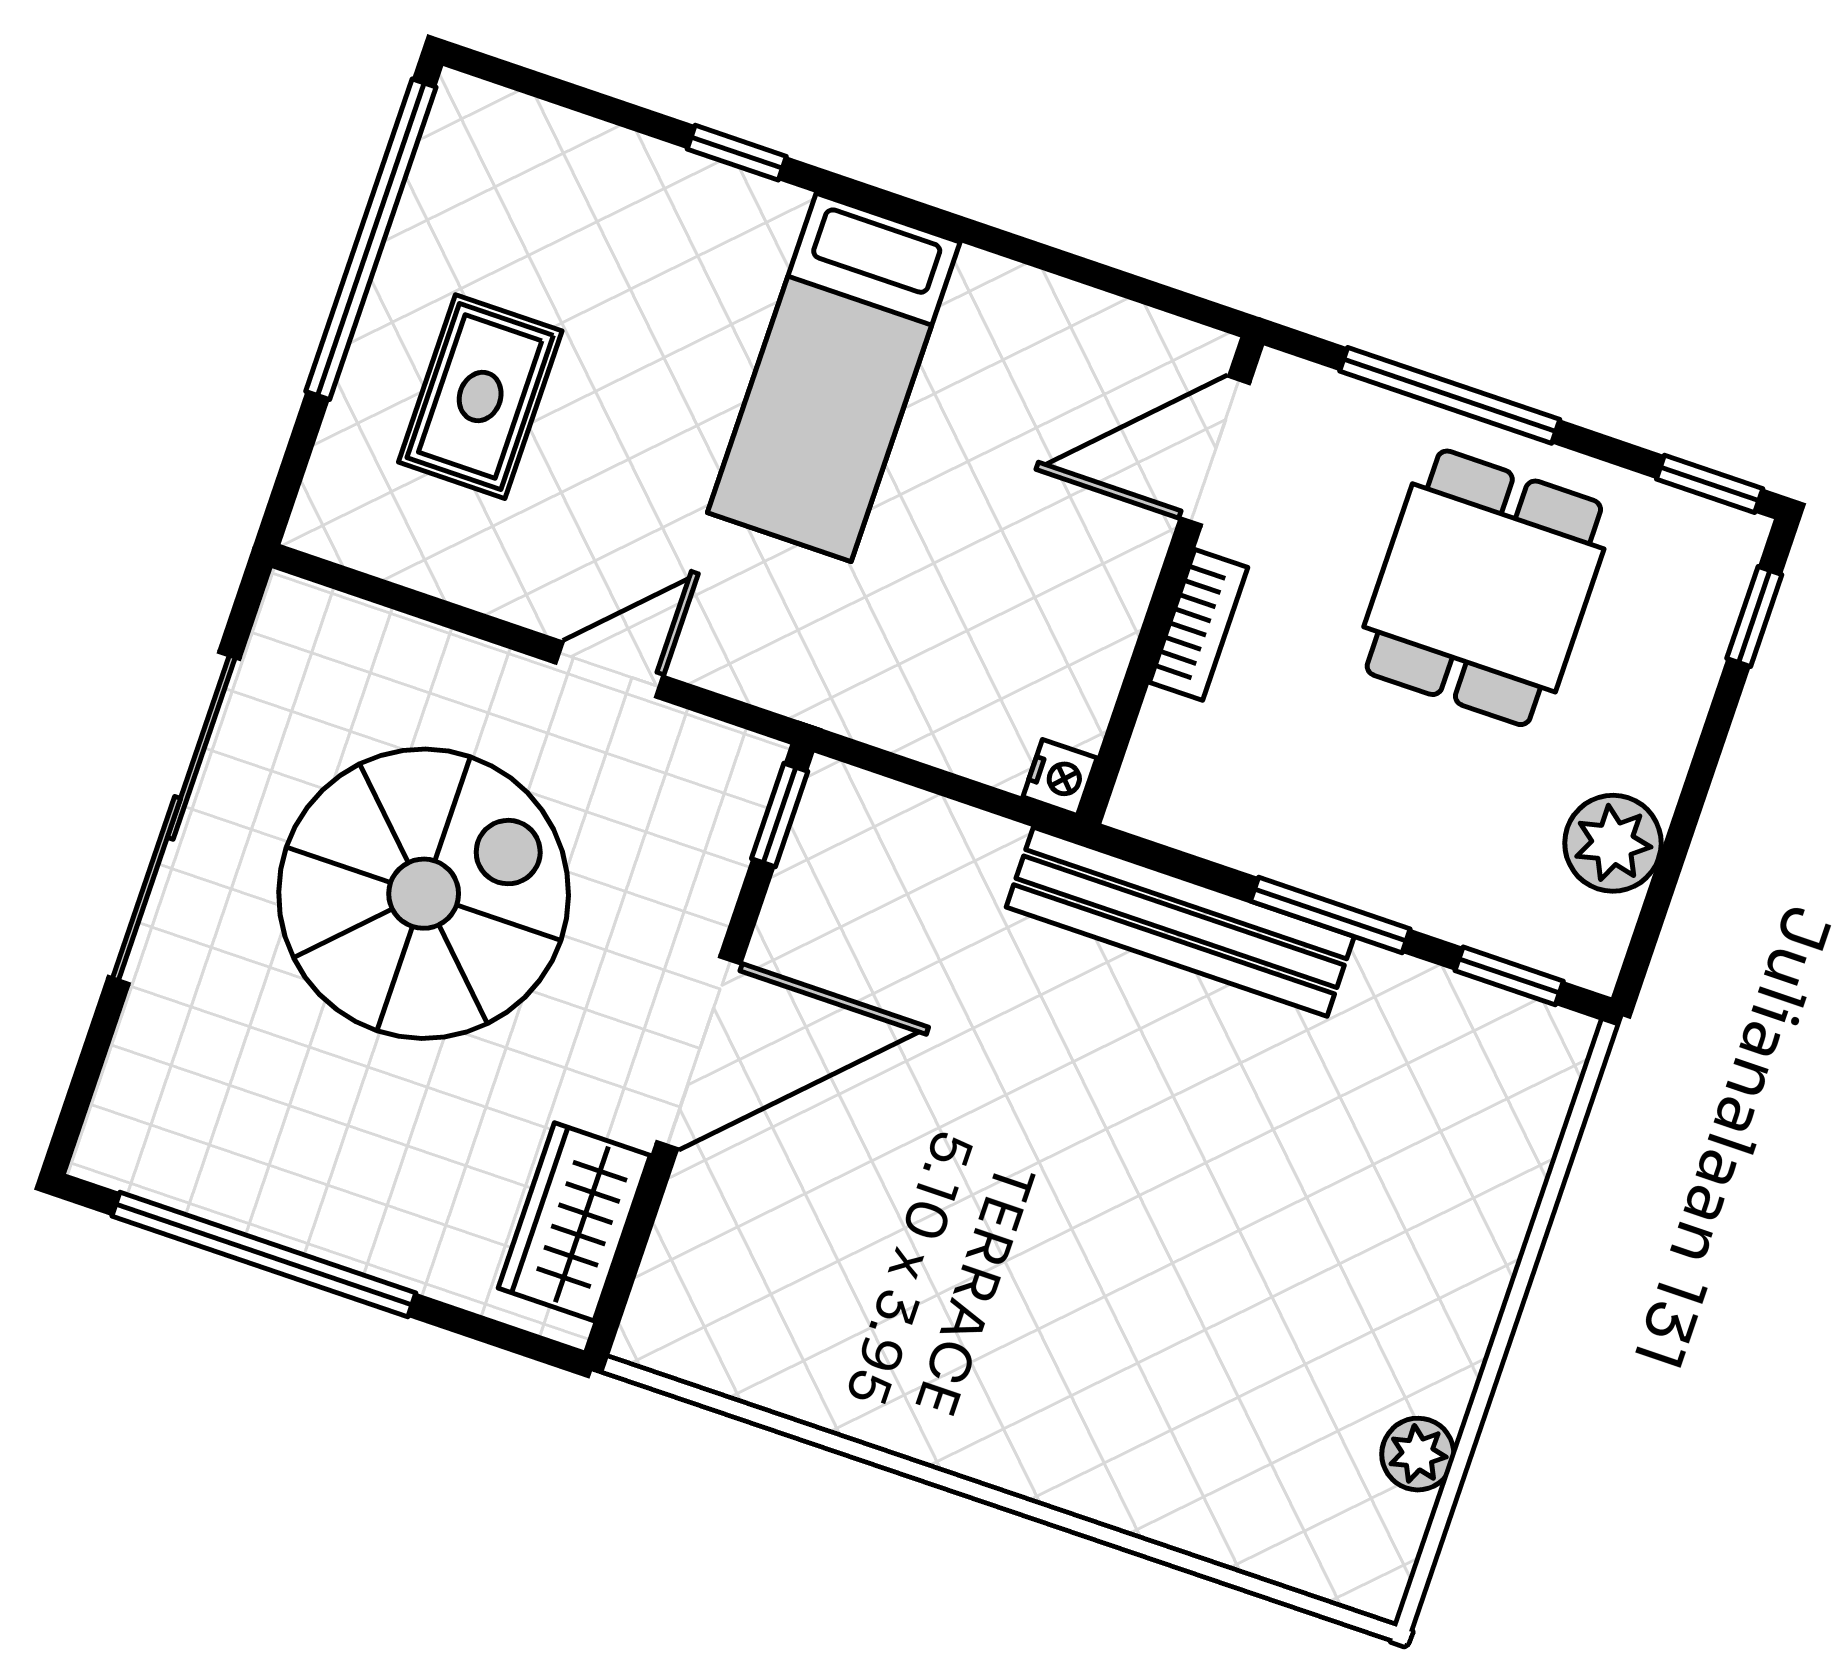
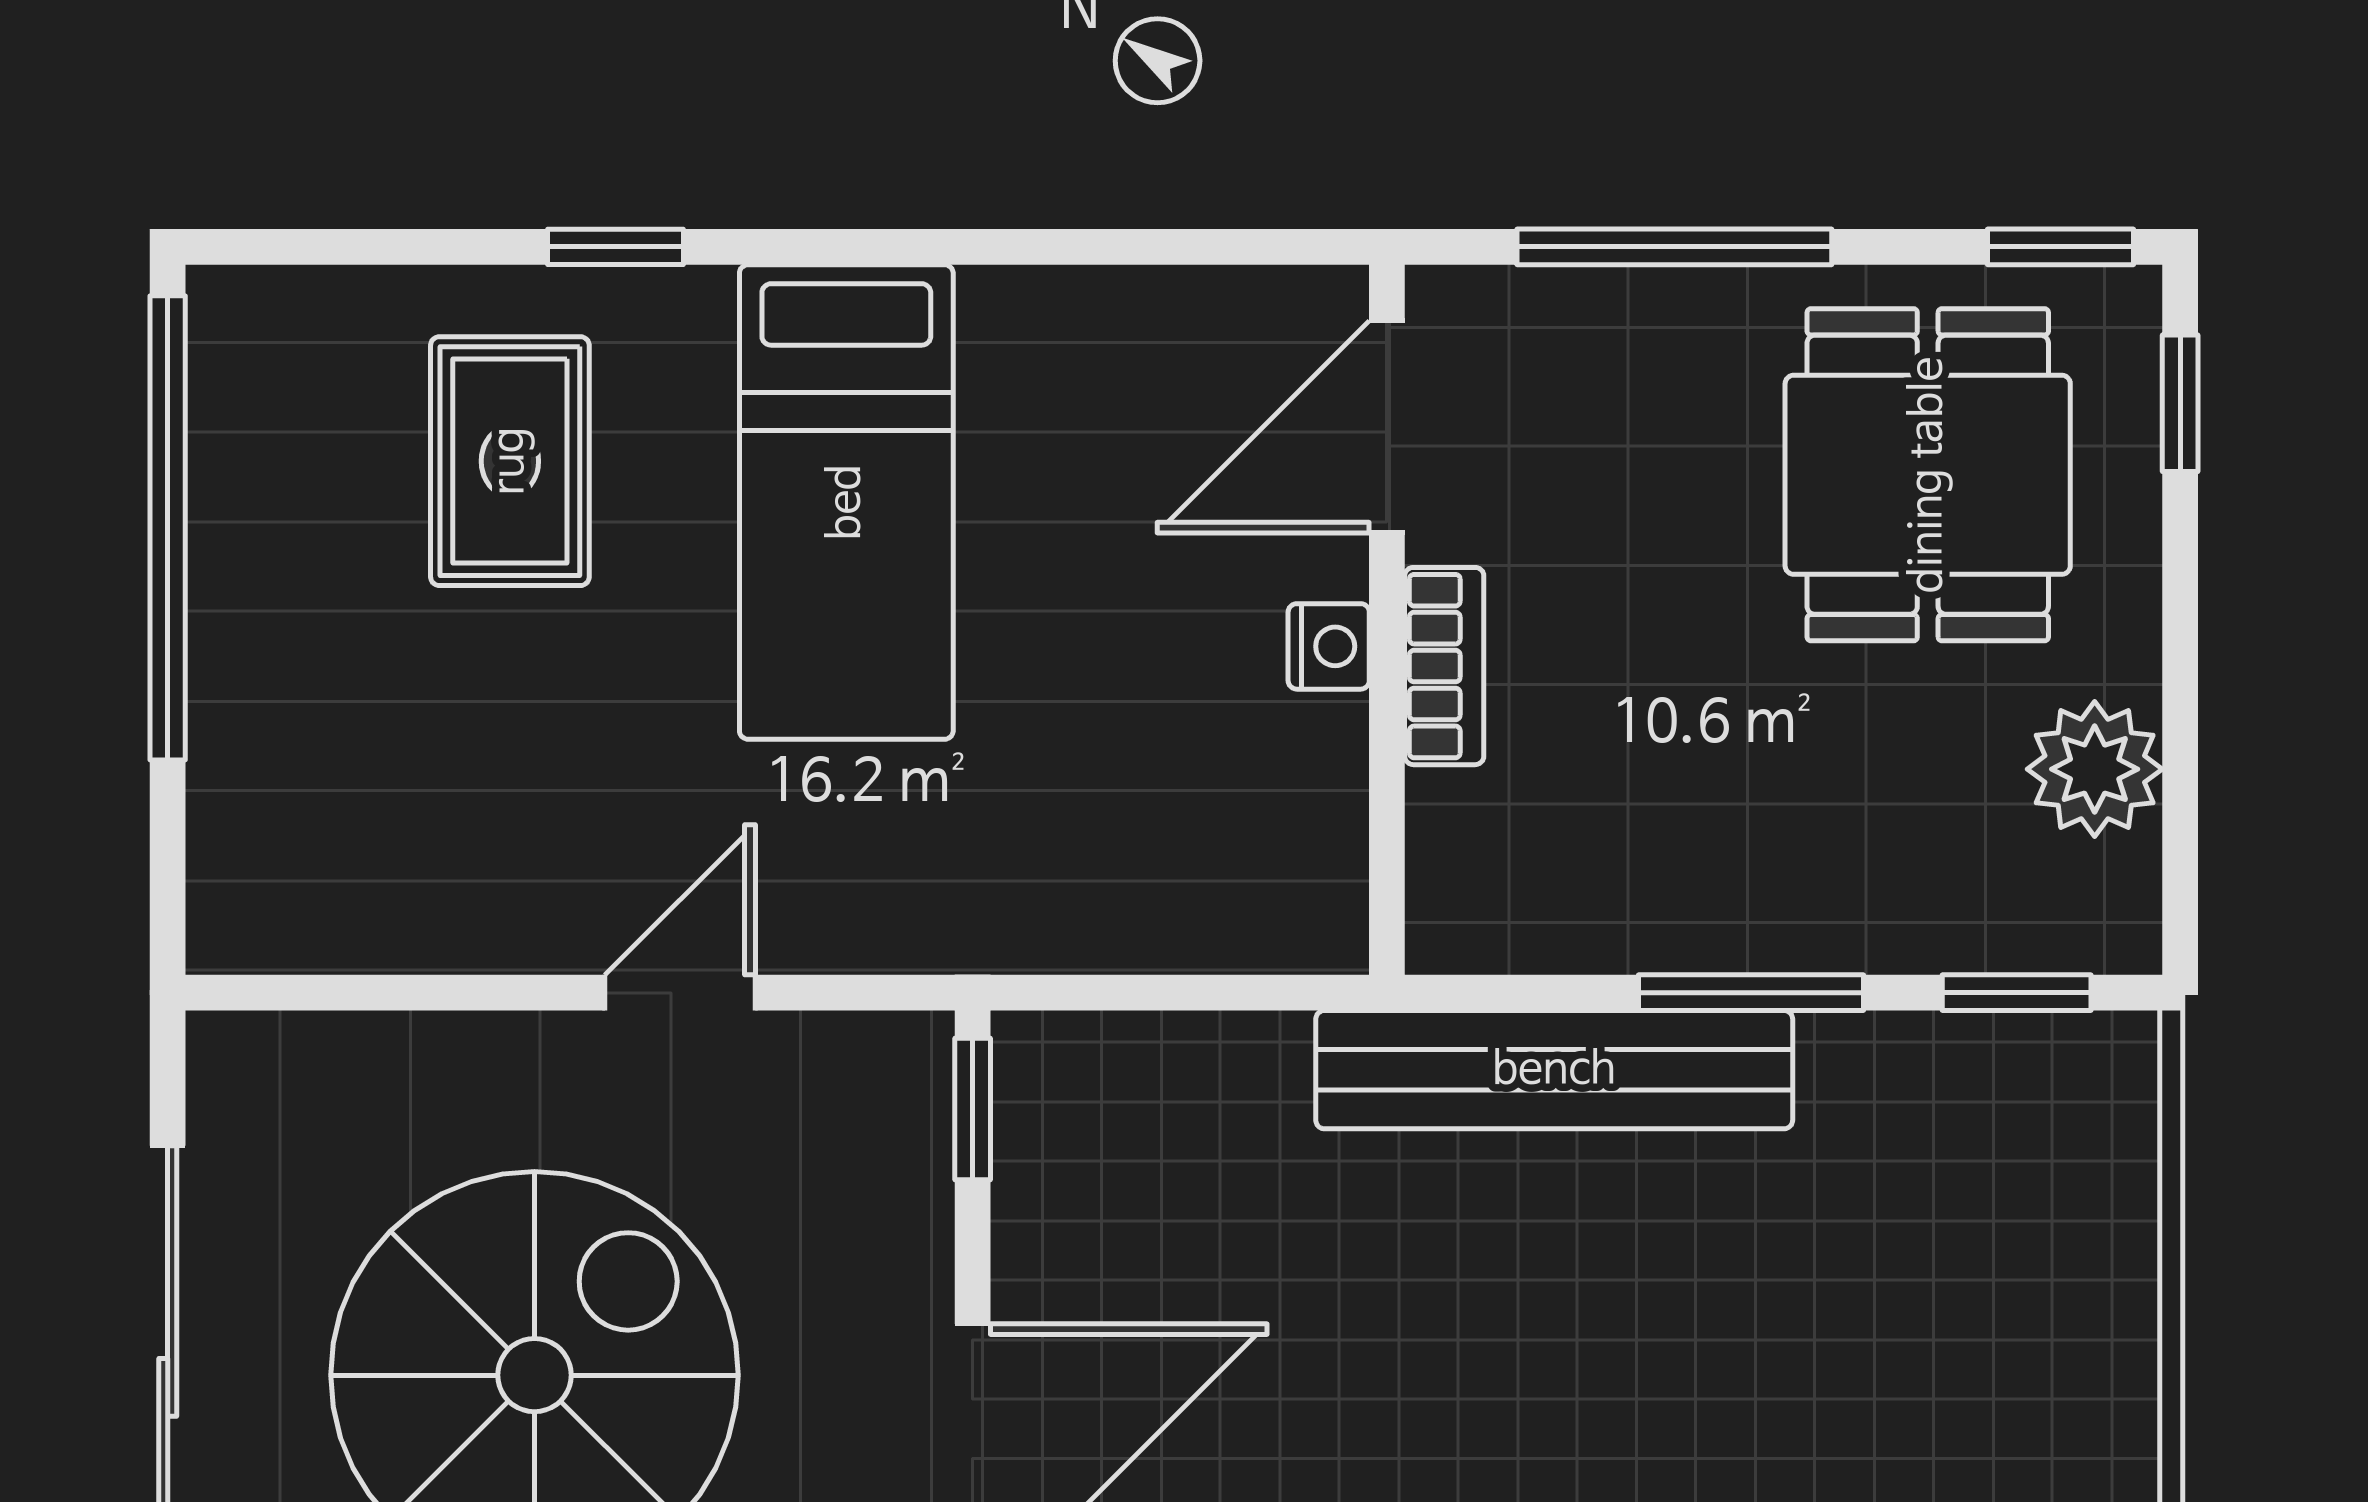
rug: (480, 397) -> (510, 461), moved
dining table: (1484, 588) -> (1928, 475), moved
nightstand: (1060, 777) -> (1329, 646), moved

